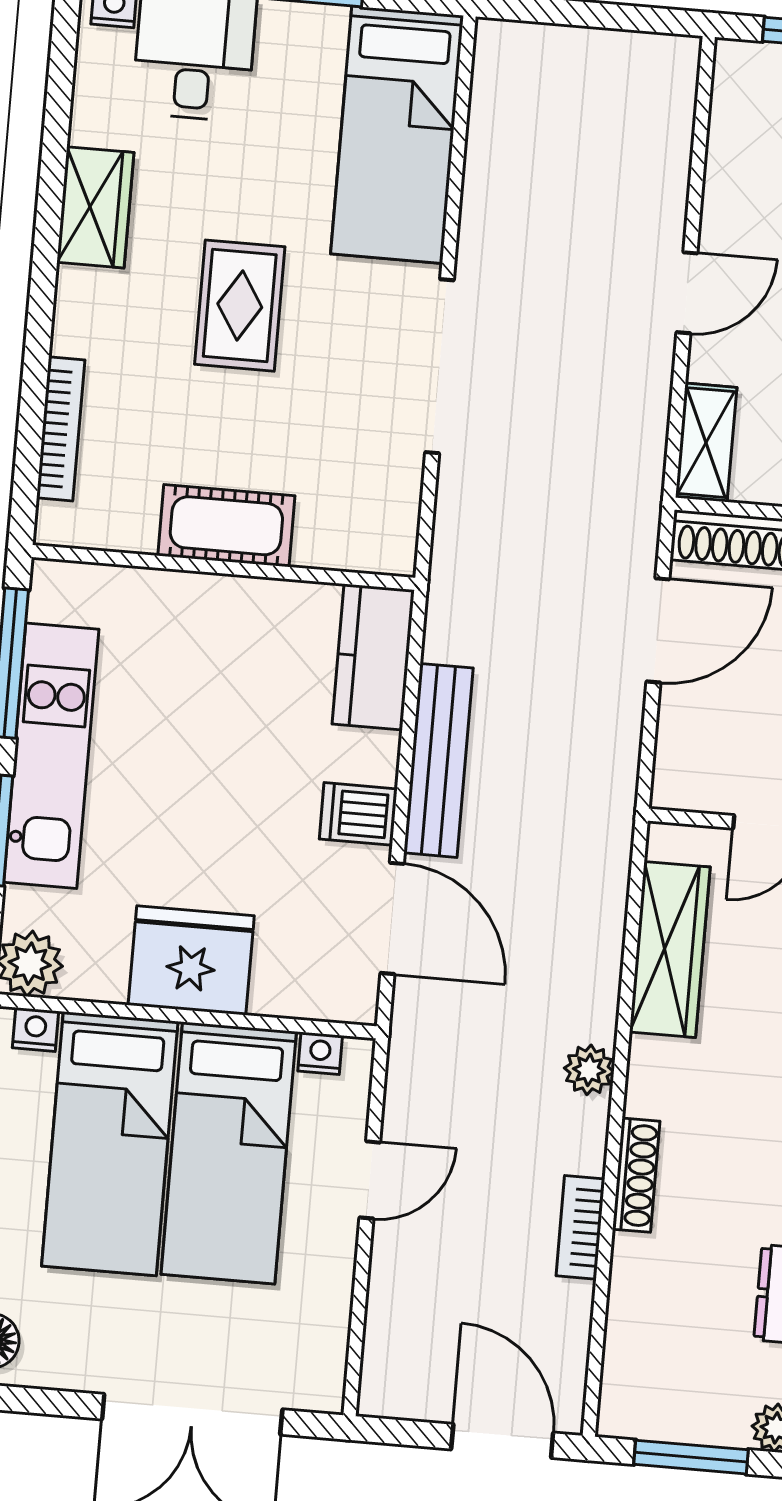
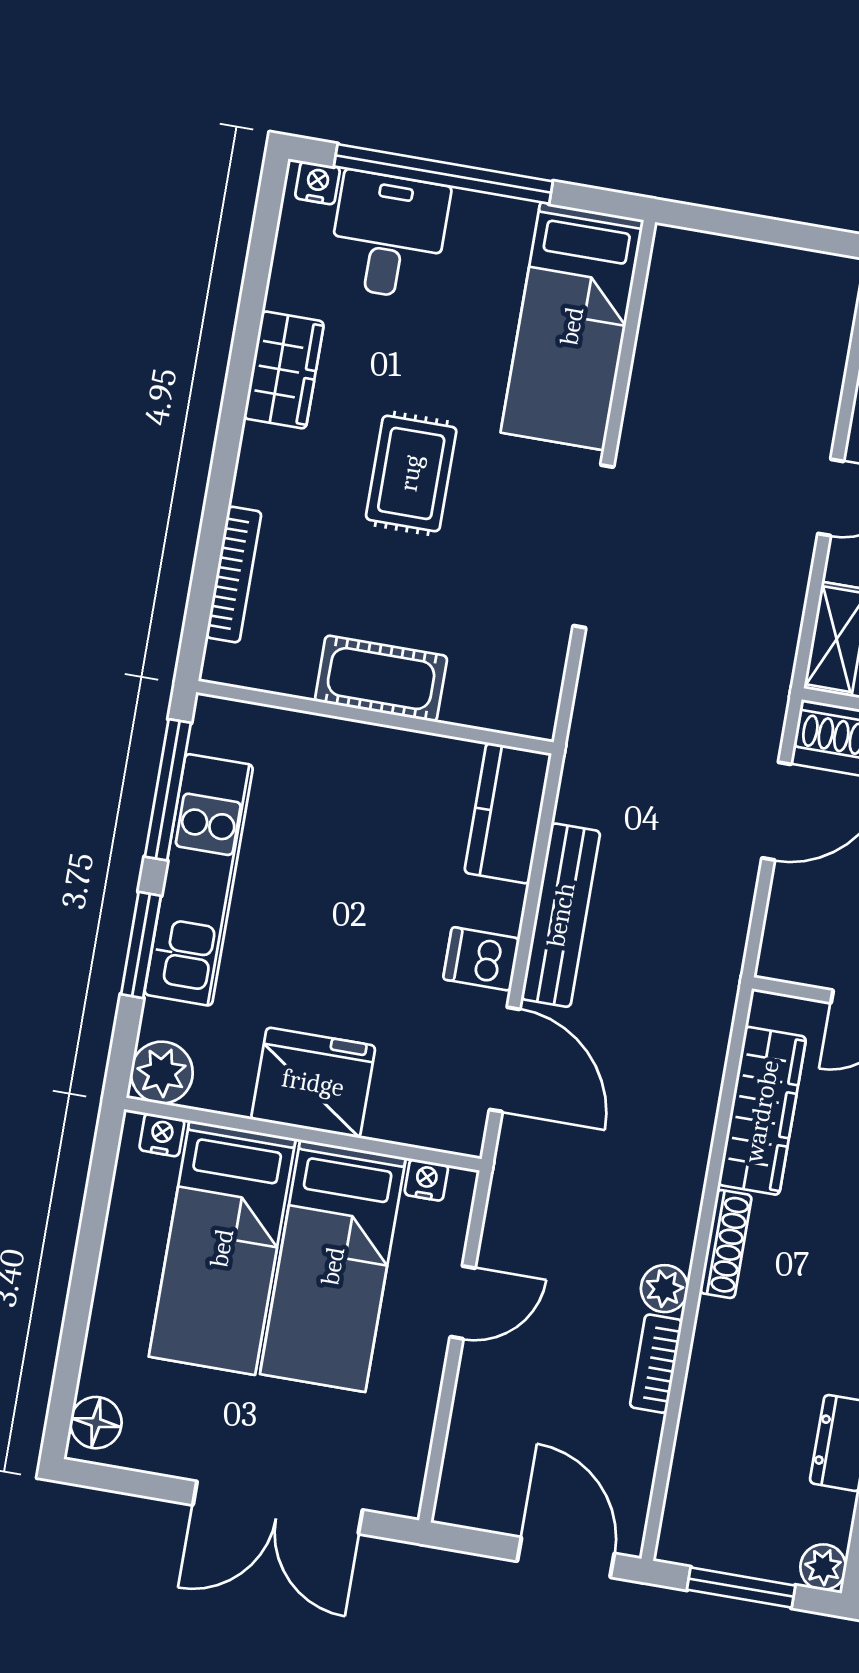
plant: (589, 1070) -> (664, 1289), moved
shoe rack: (636, 1175) -> (726, 1244), moved

